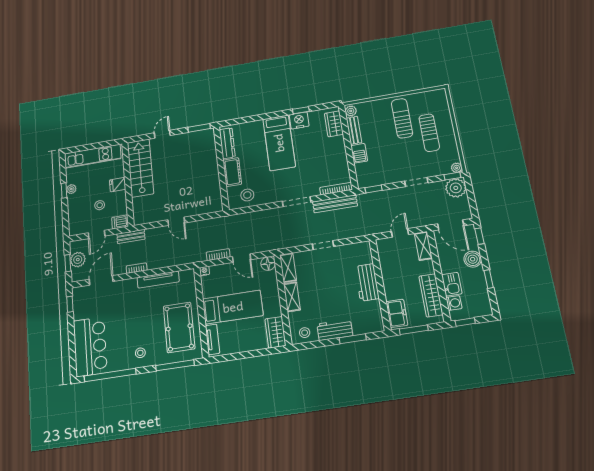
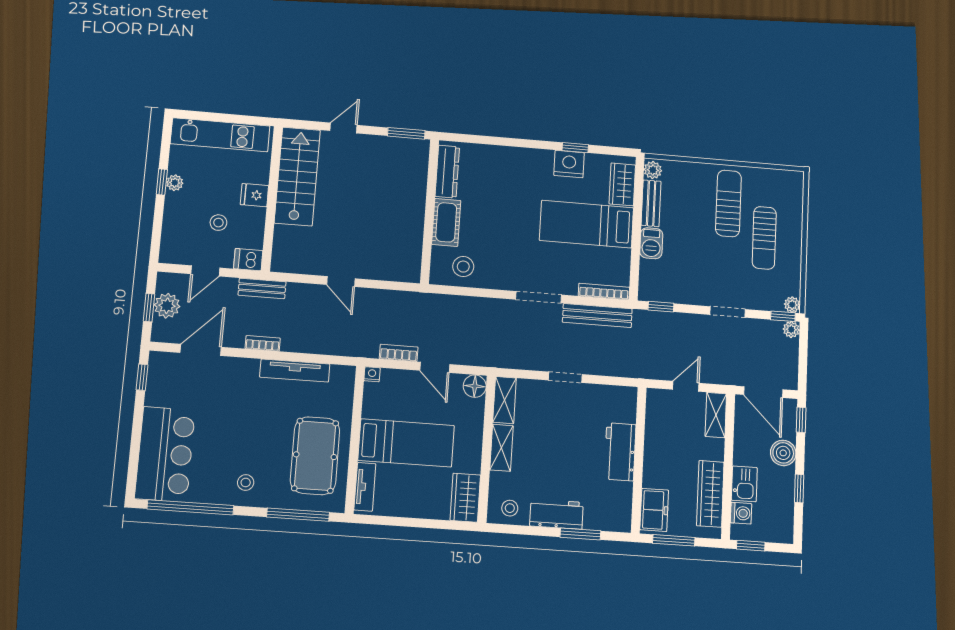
bed: (279, 143) -> (587, 224), moved, turned 90
plant: (456, 188) -> (791, 329), width x0.53, depth x0.53

